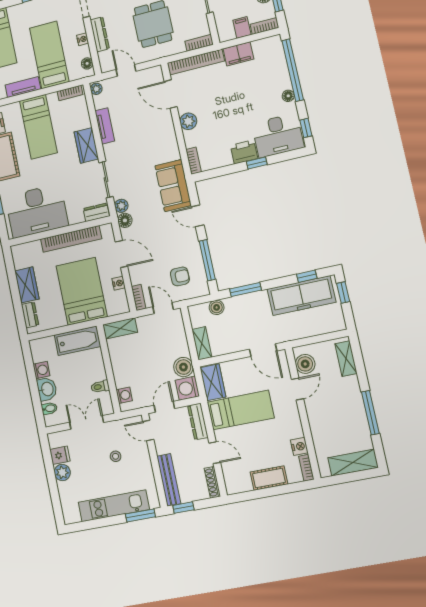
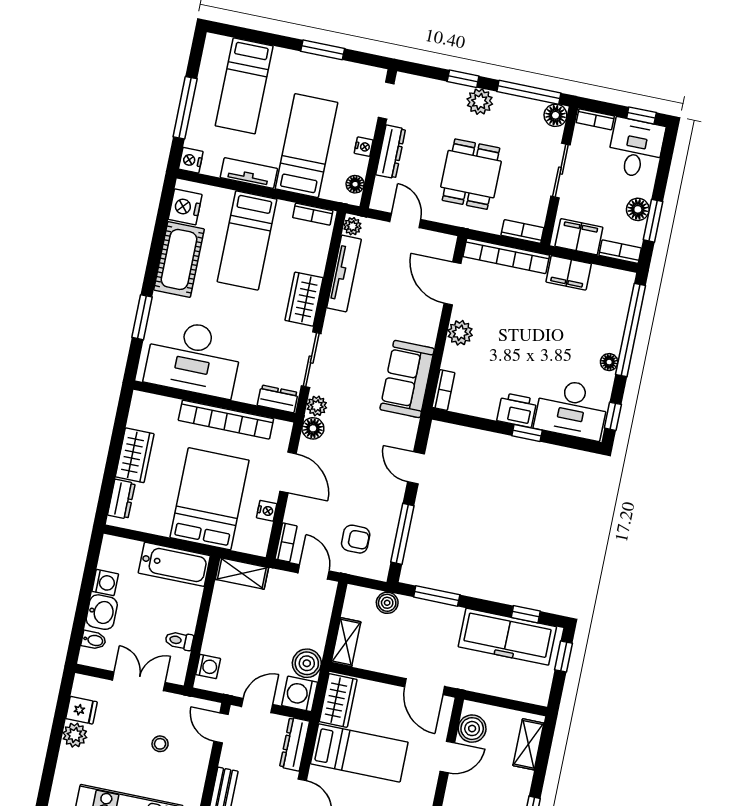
filing cabinet: (242, 27) -> (579, 237), width x2.00
tv unit: (105, 126) -> (344, 274), width x1.41
sofa: (173, 186) -> (407, 379), moved

